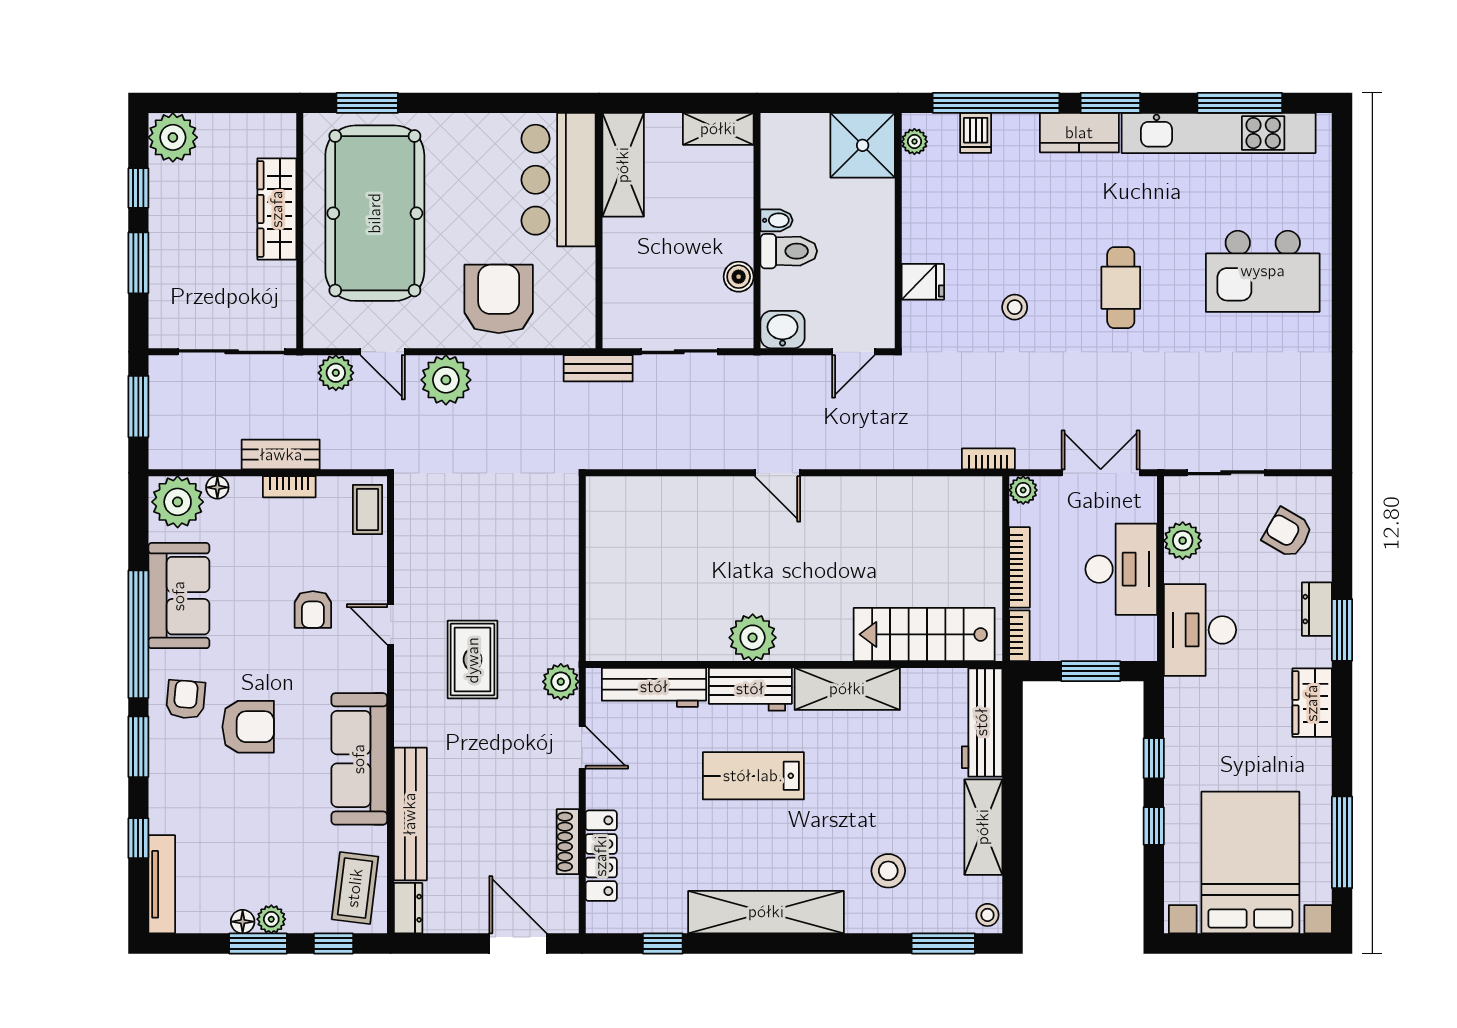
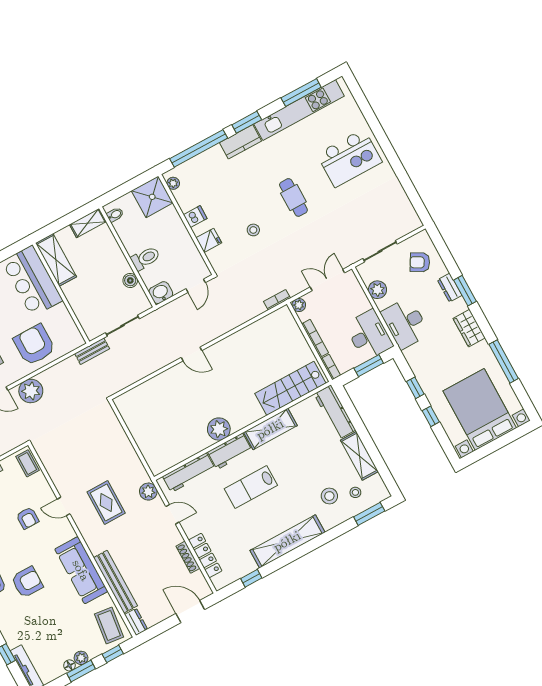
dishwasher: (976, 133) -> (195, 217), moved, turned -90
bidet: (777, 220) -> (115, 215), moved
desk: (1121, 569) -> (369, 335), moved
window: (1342, 842) -> (504, 361), moved
stool: (987, 915) -> (355, 492), moved

